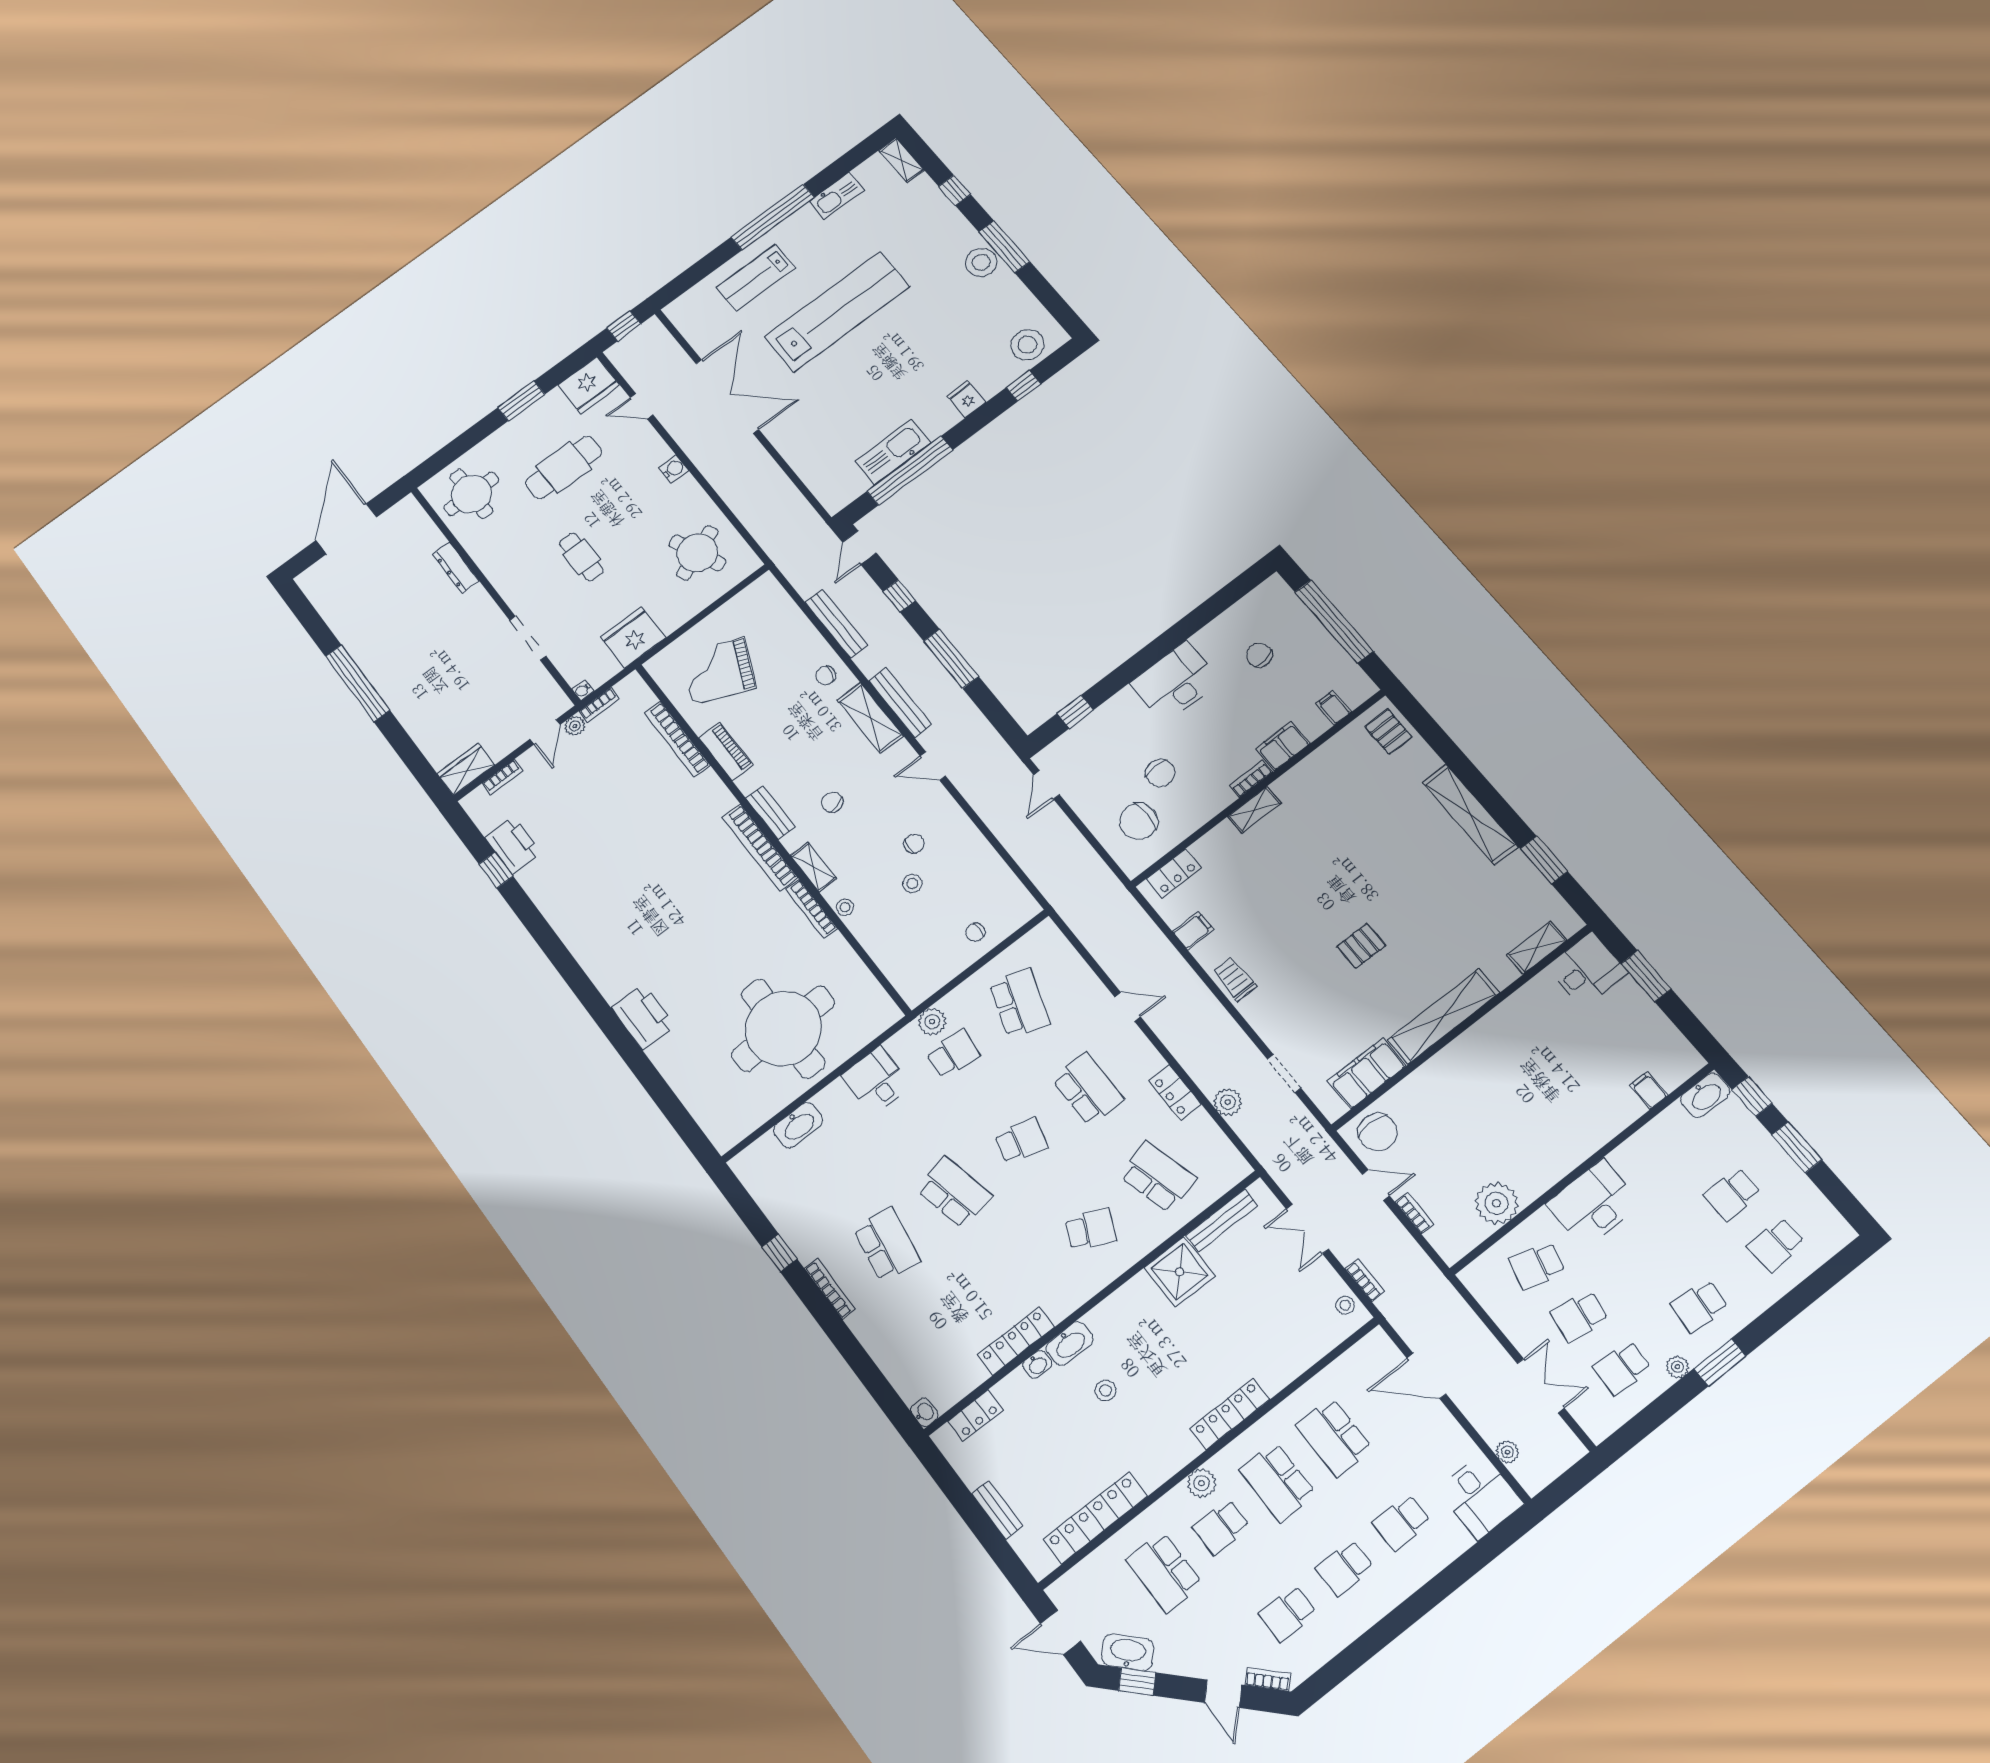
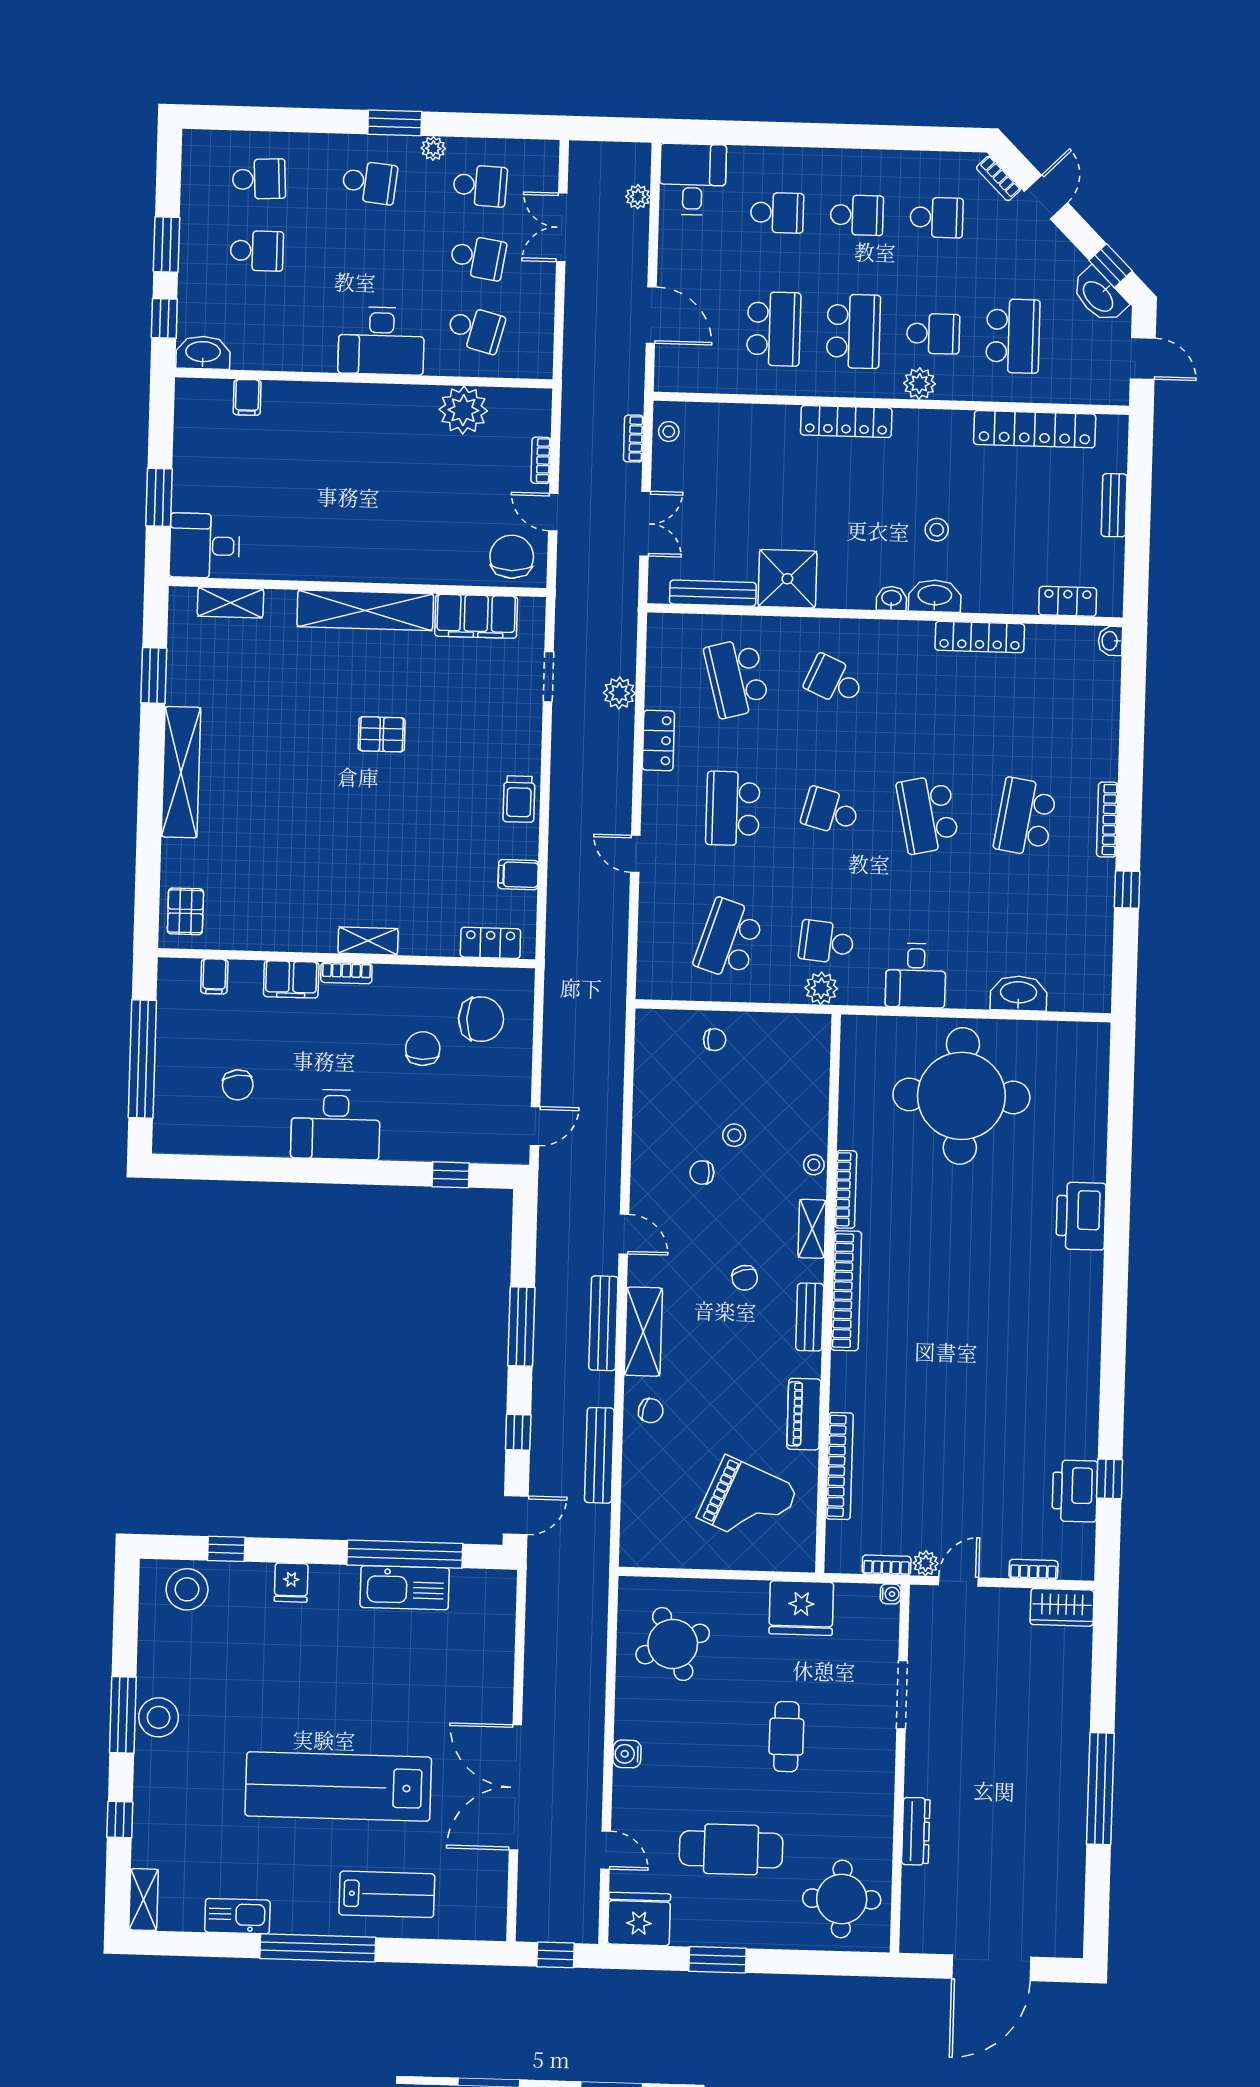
washbasin: (1037, 1365) -> (891, 598), moved

